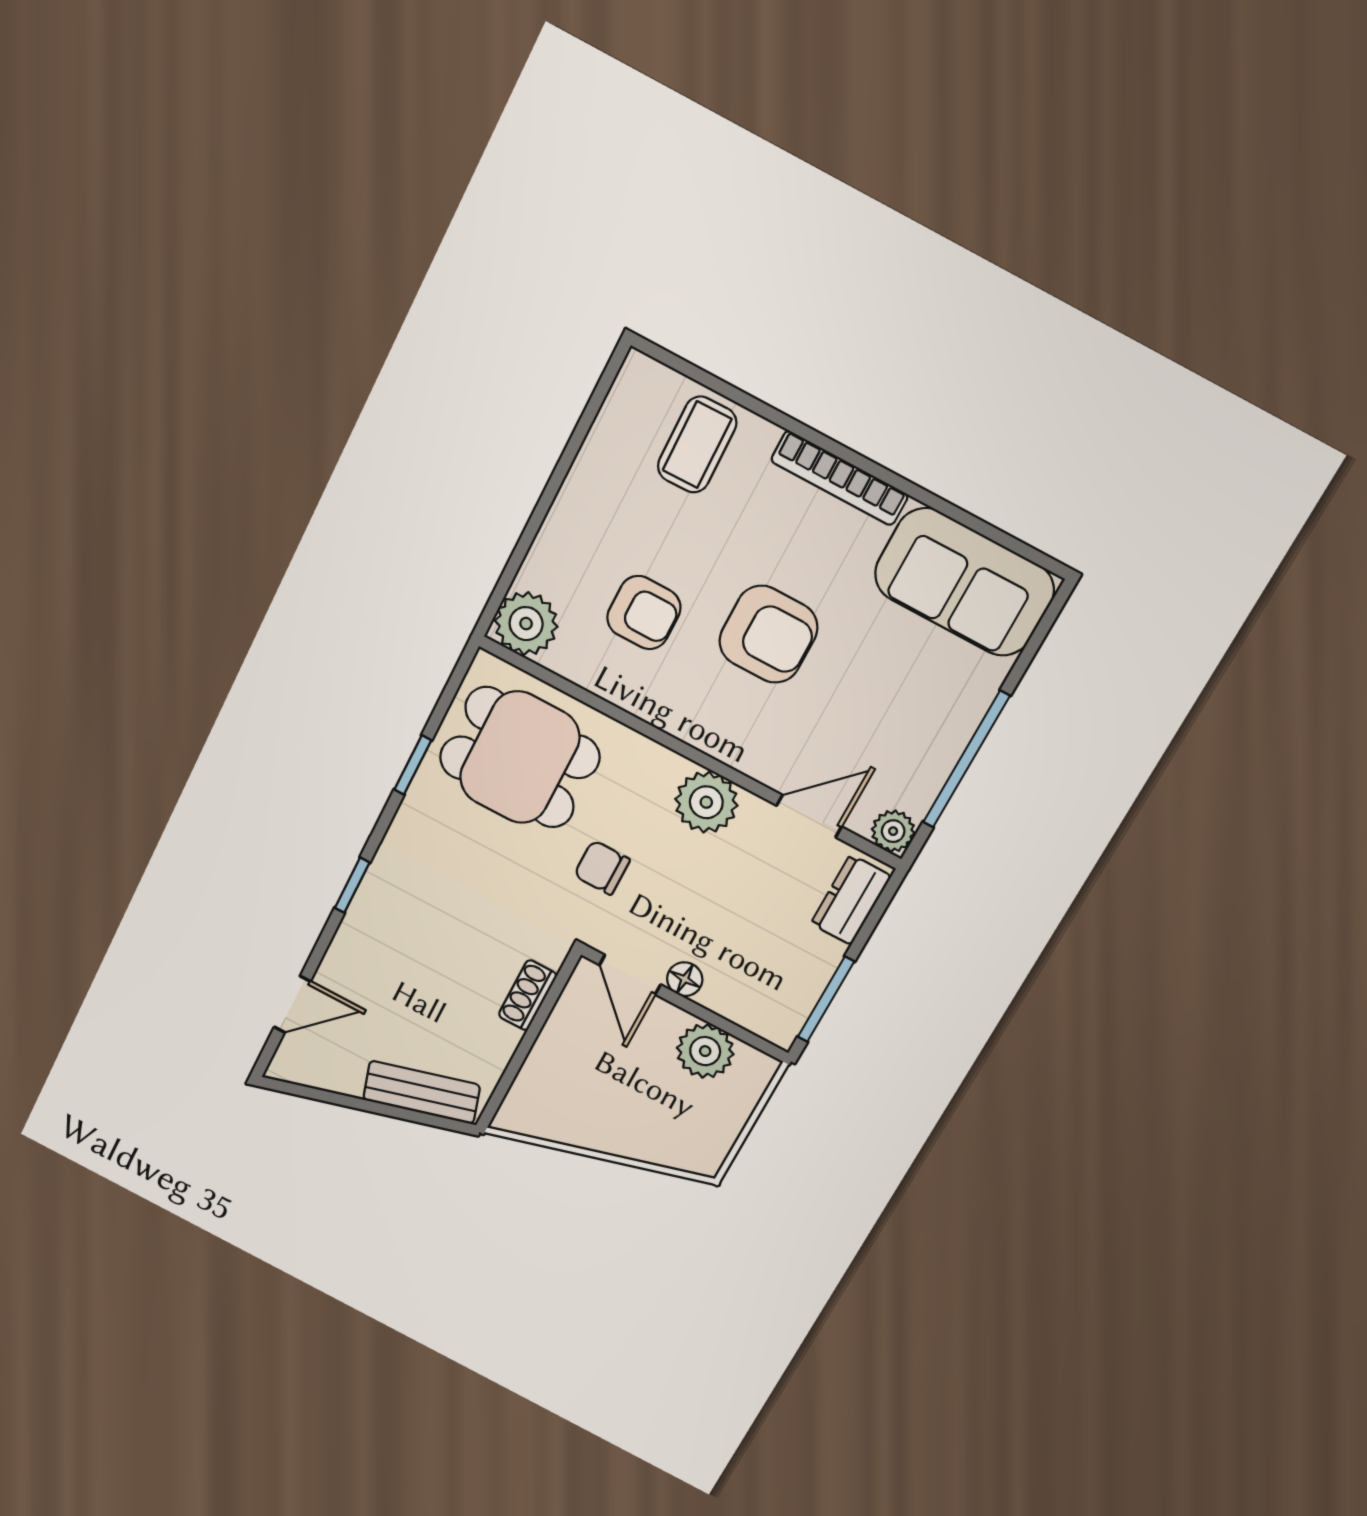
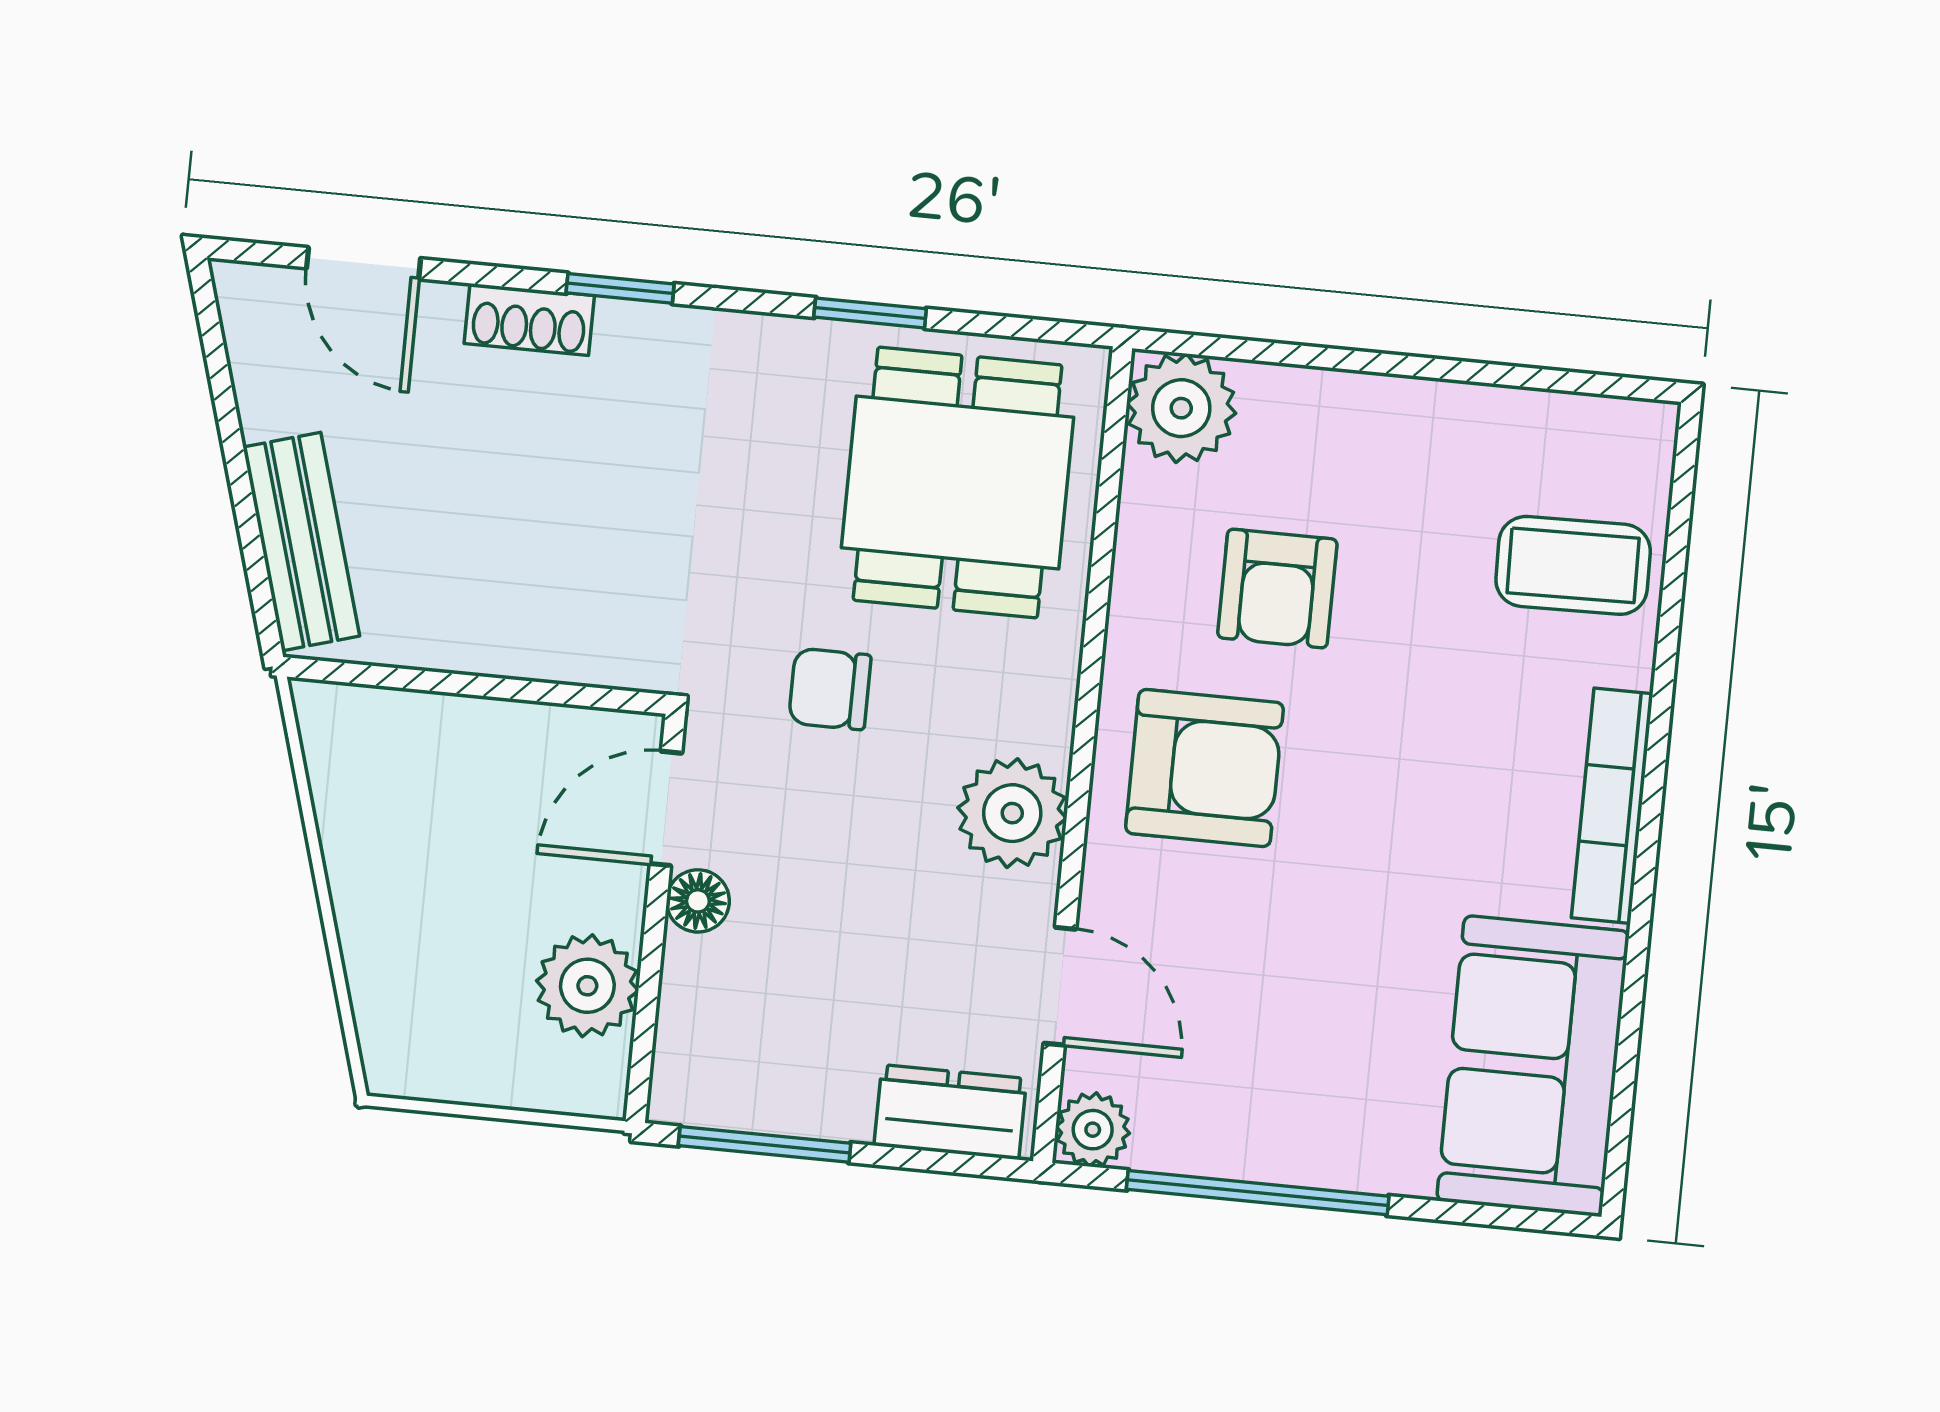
armchair: (768, 634) -> (1205, 768), moved, turned -90
chair: (602, 868) -> (830, 689), turned -90
shoe rack: (528, 995) -> (529, 320), moved, turned 180

